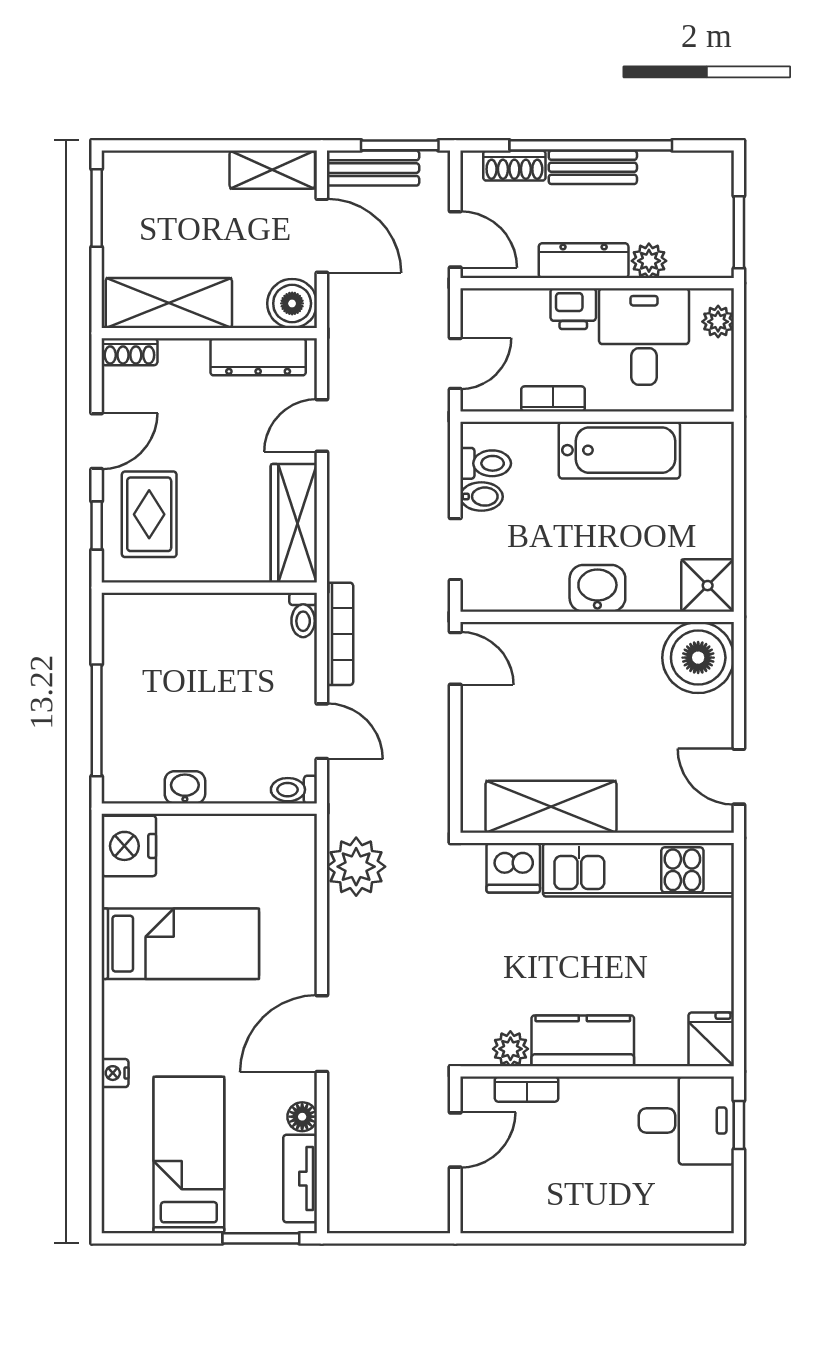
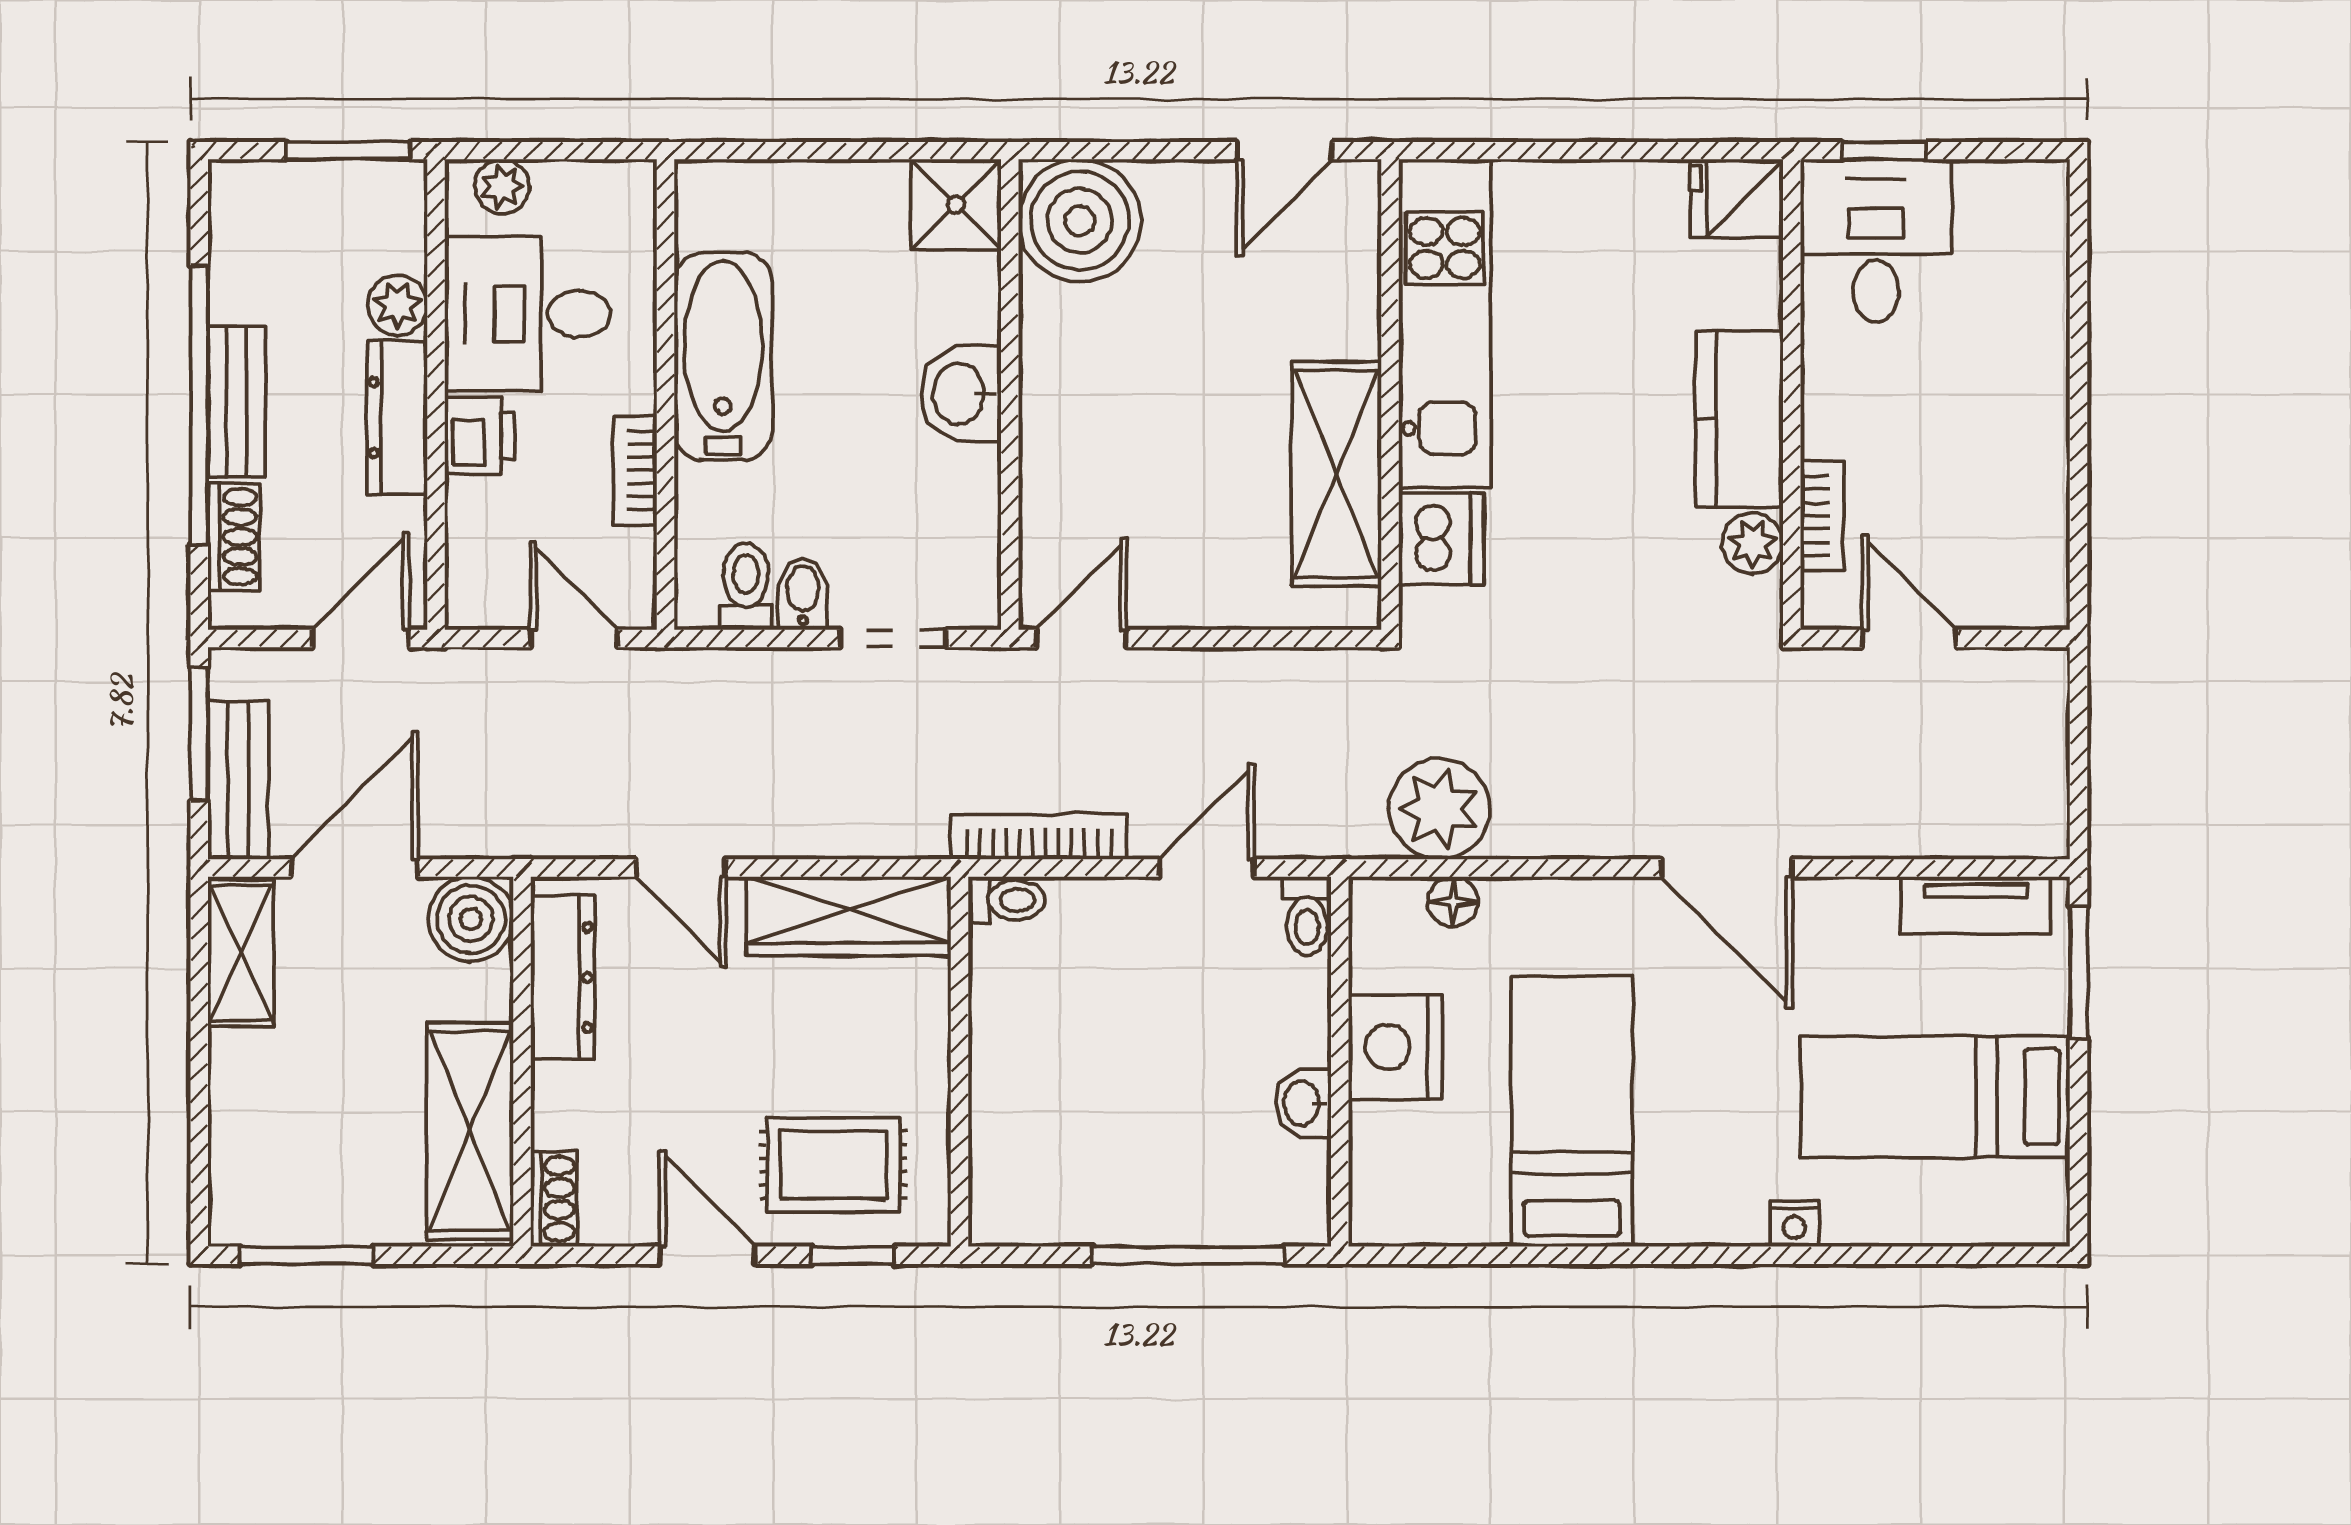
nightstand: (129, 846) -> (1395, 1047), moved, turned 90
floor lamp: (302, 1117) -> (1453, 902), moved

